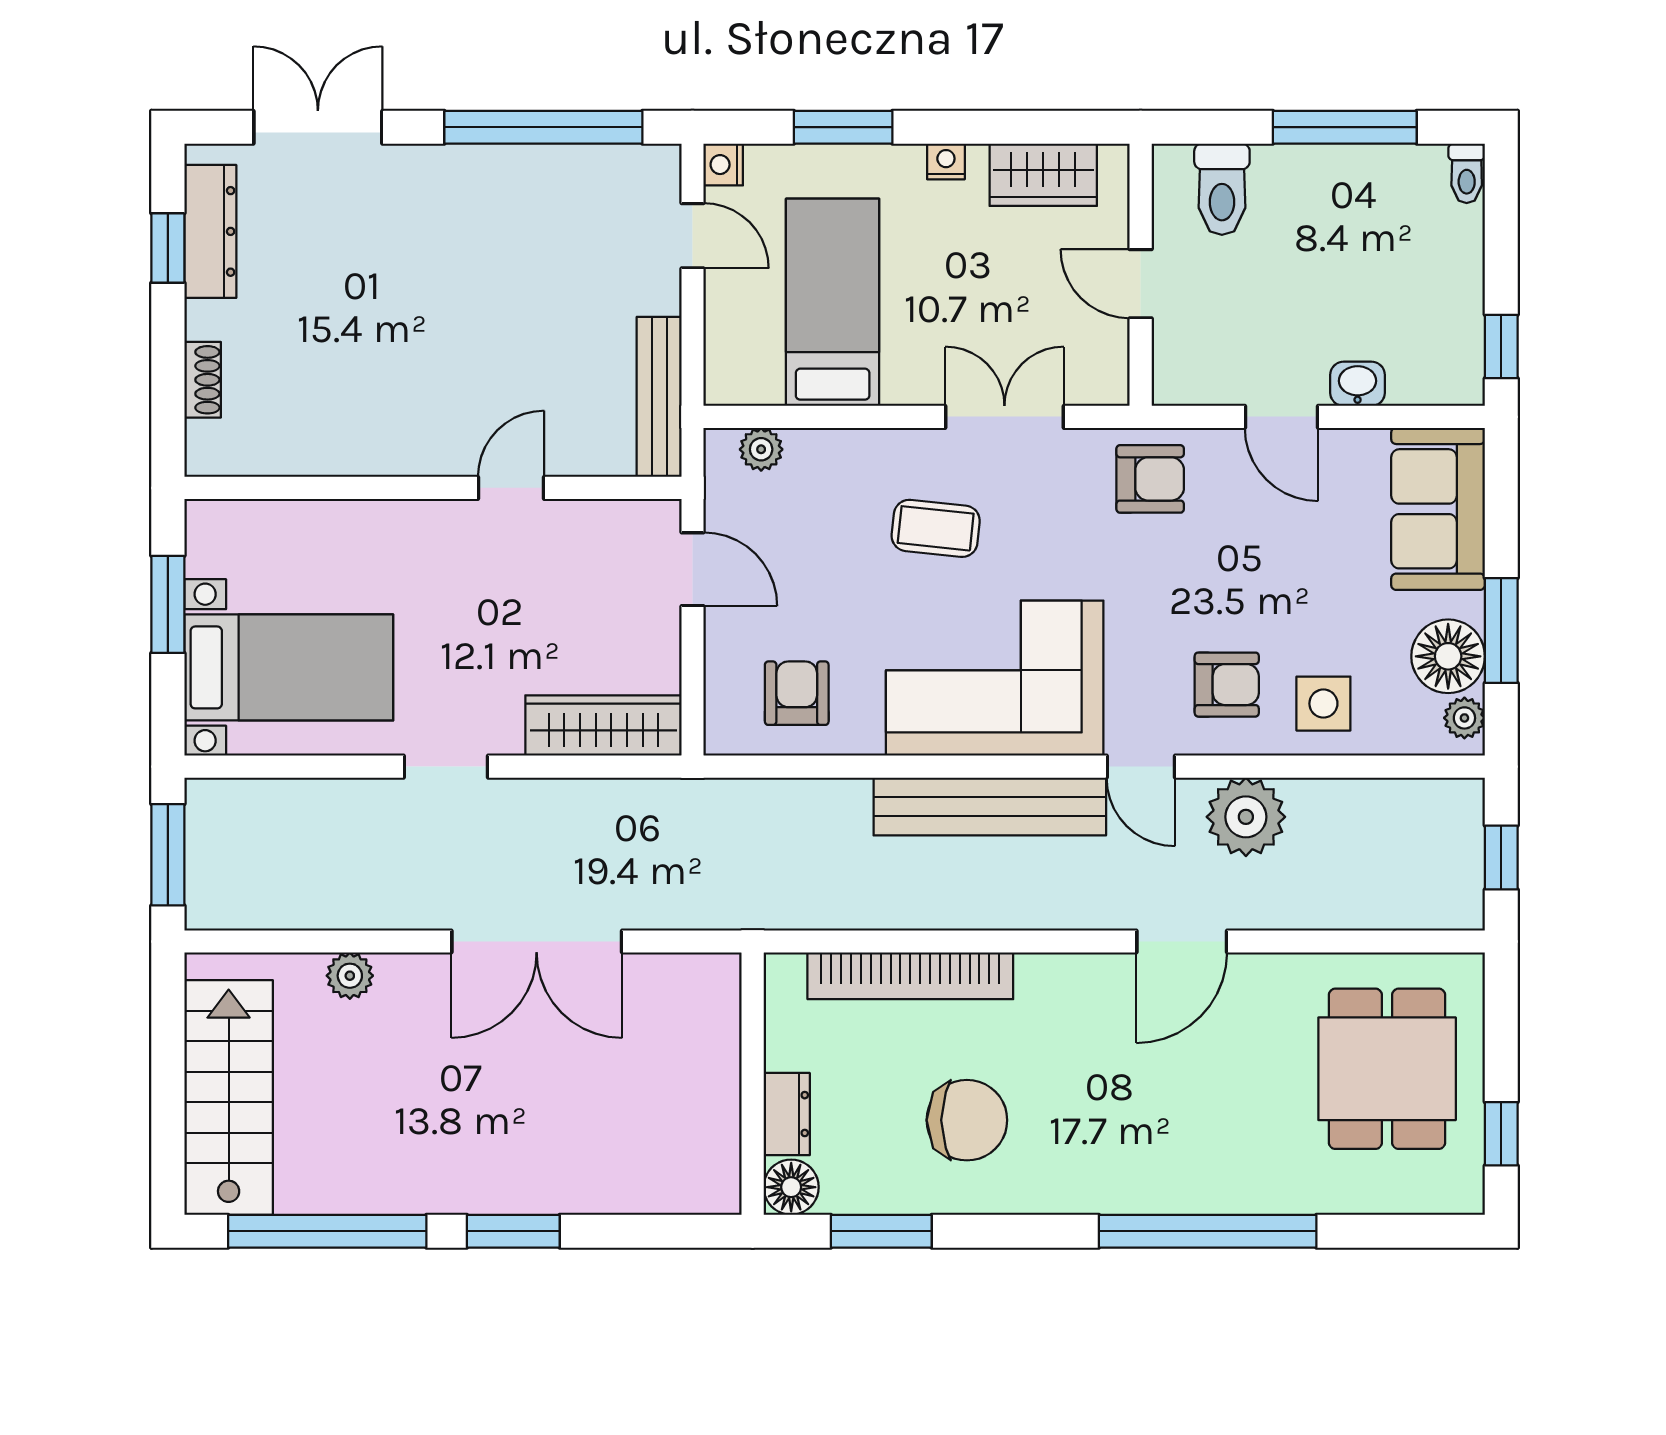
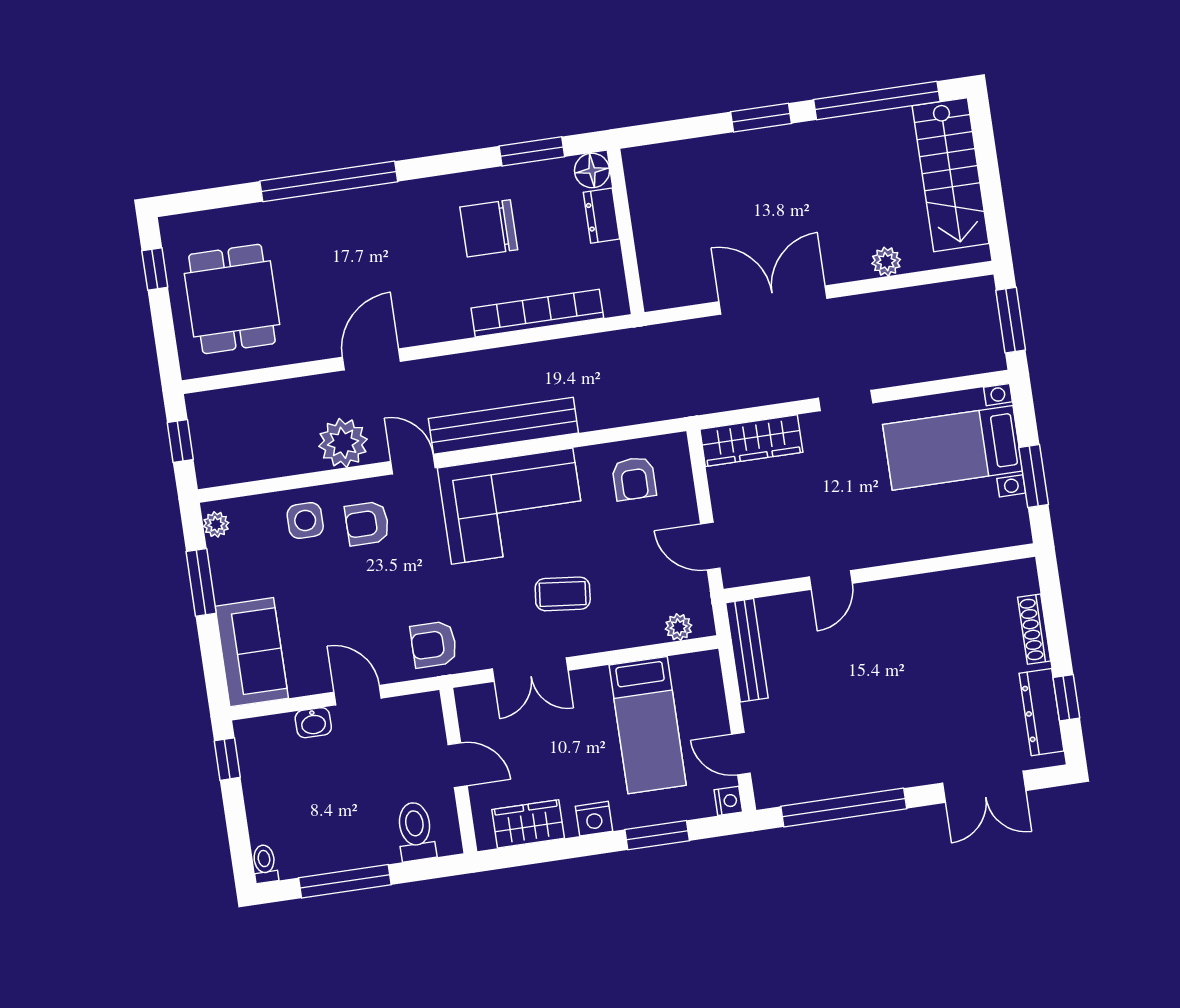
nightstand: (946, 161) -> (594, 819), width x1.39, depth x1.35
shoe rack: (203, 380) -> (1034, 629), width x1.43
floor lamp: (1448, 656) -> (232, 561), removed

